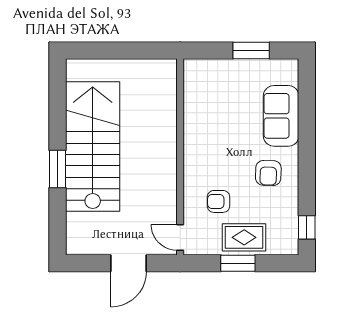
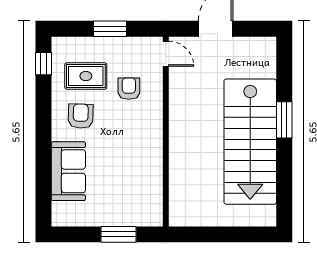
window: (251, 50) -> (118, 234), moved
armchair: (218, 201) -> (129, 89), turned -90
rug: (244, 237) -> (86, 76), moved

